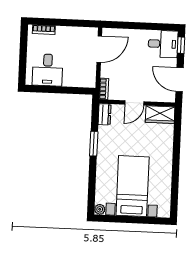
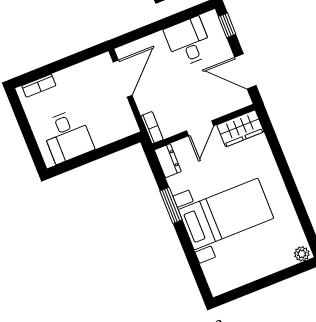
desk: (163, 44) -> (188, 42), moved, turned -90
bed with nightstands: (133, 186) -> (226, 214), moved, turned 90
plant: (100, 209) -> (302, 254), moved

